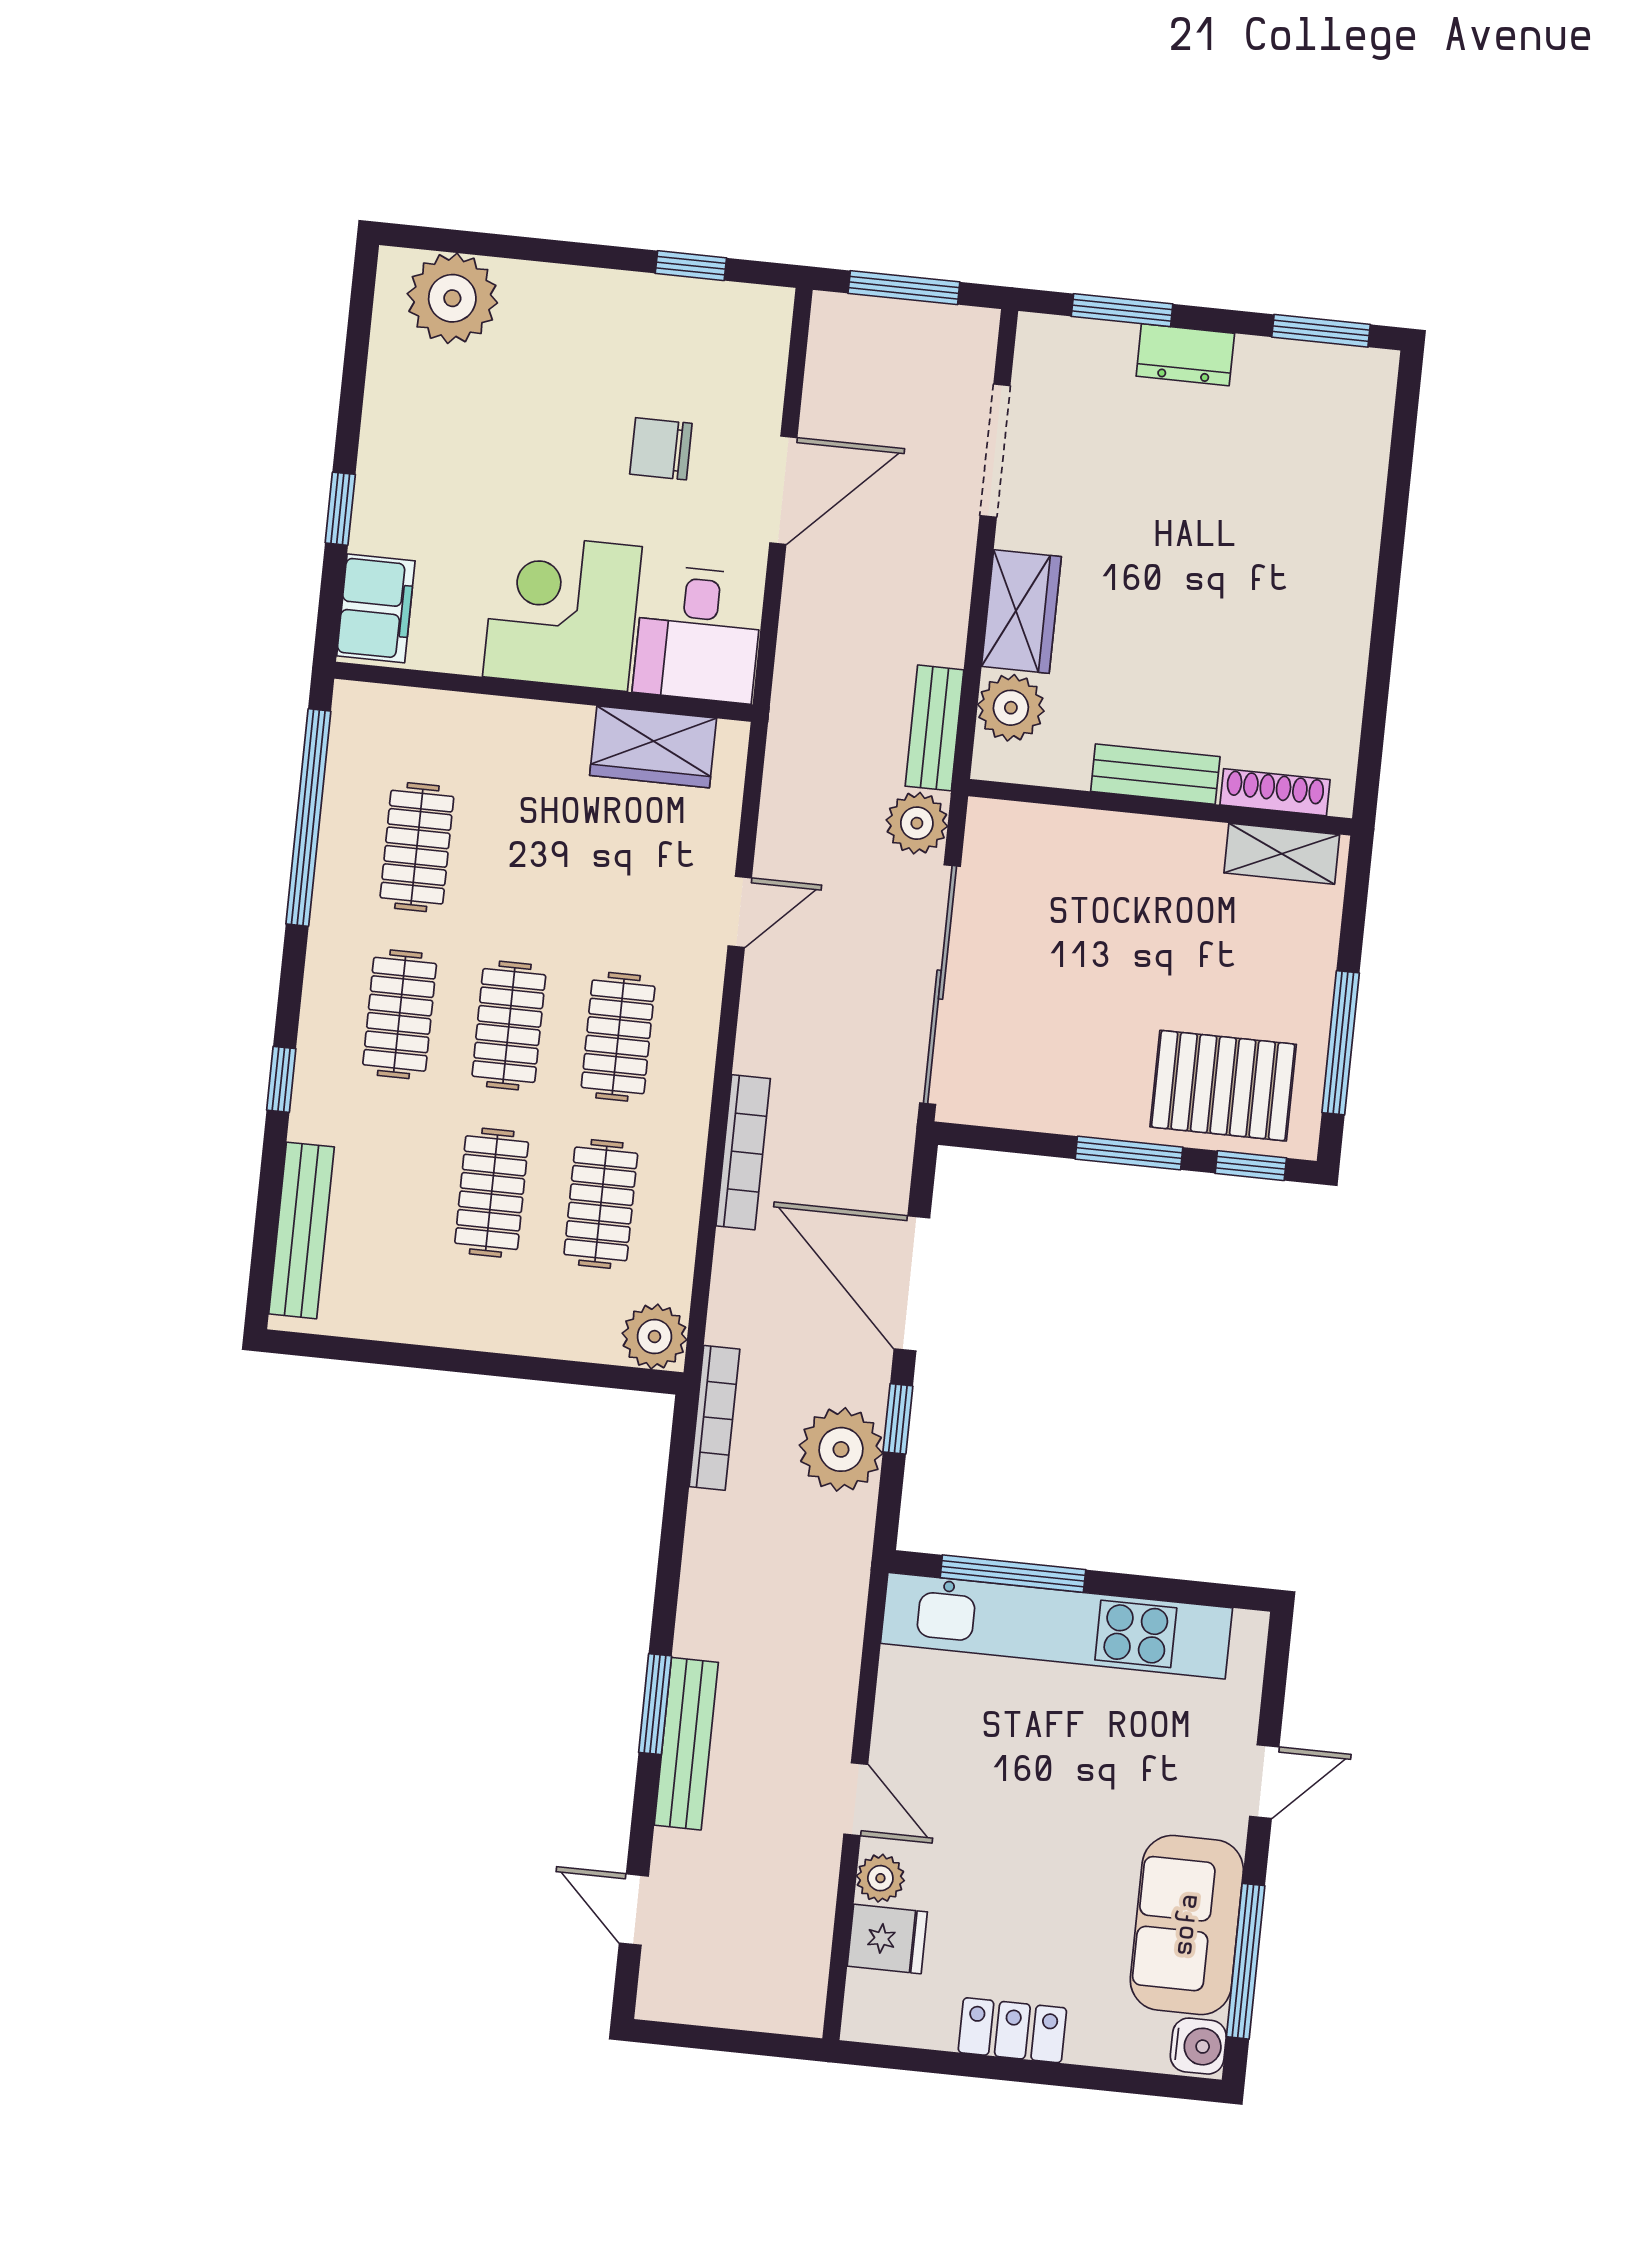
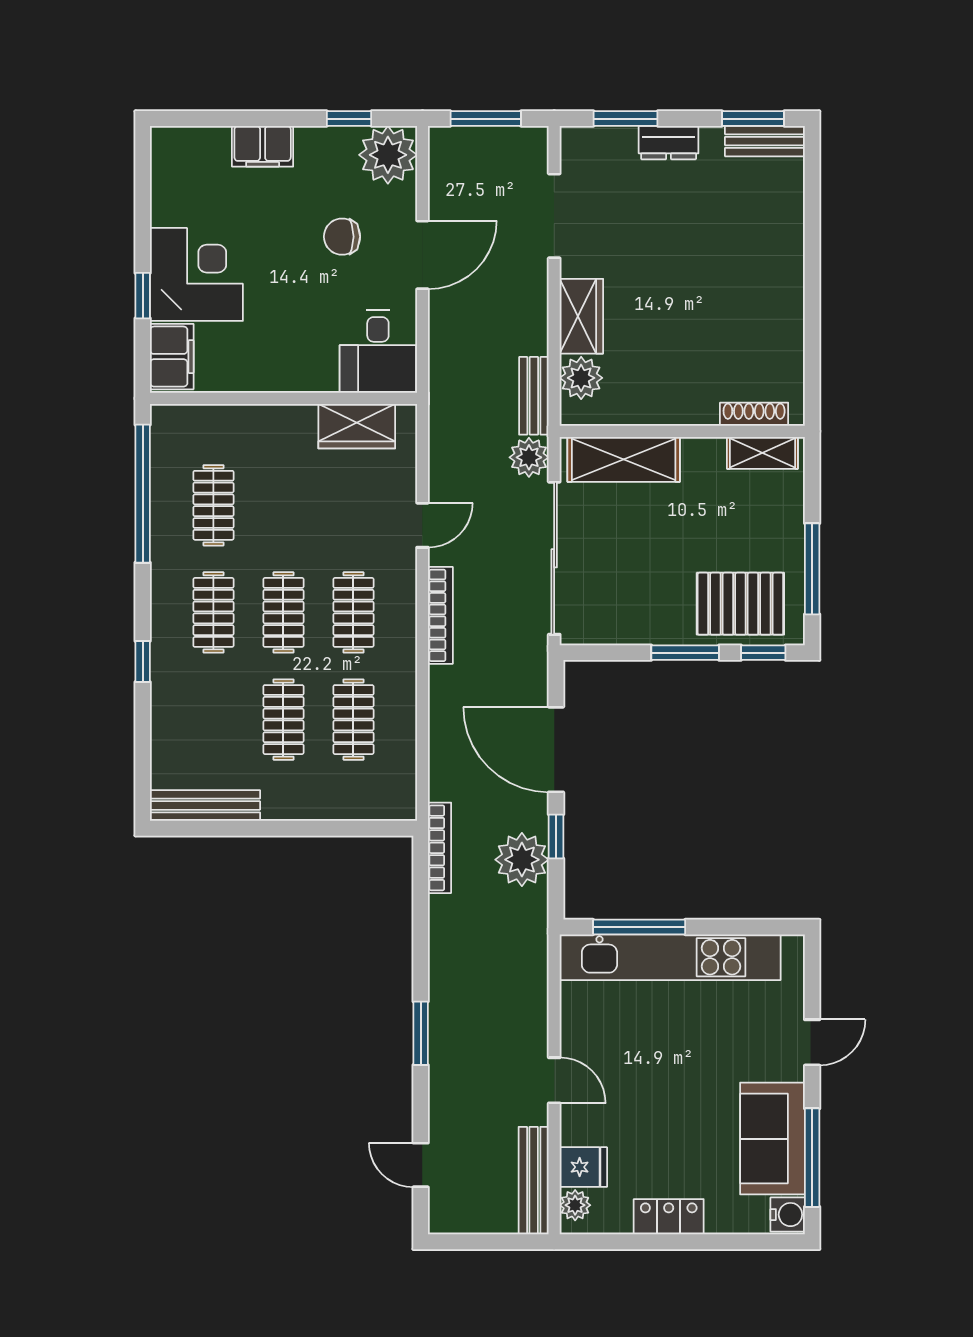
filing cabinet: (551, 295) -> (263, 146), added
plant: (452, 298) -> (388, 155), moved
corner desk: (562, 612) -> (196, 274), moved, turned 90
bench: (1155, 774) -> (765, 141), moved
shelving: (1064, 842) -> (624, 459), added
bookcase: (743, 1152) -> (440, 615), moved
bench: (301, 1230) -> (205, 806), moved, turned 90
plant: (654, 1337) -> (396, 800), removed
bench: (686, 1744) -> (534, 1181), moved
plant: (880, 1878) -> (575, 1205), moved

